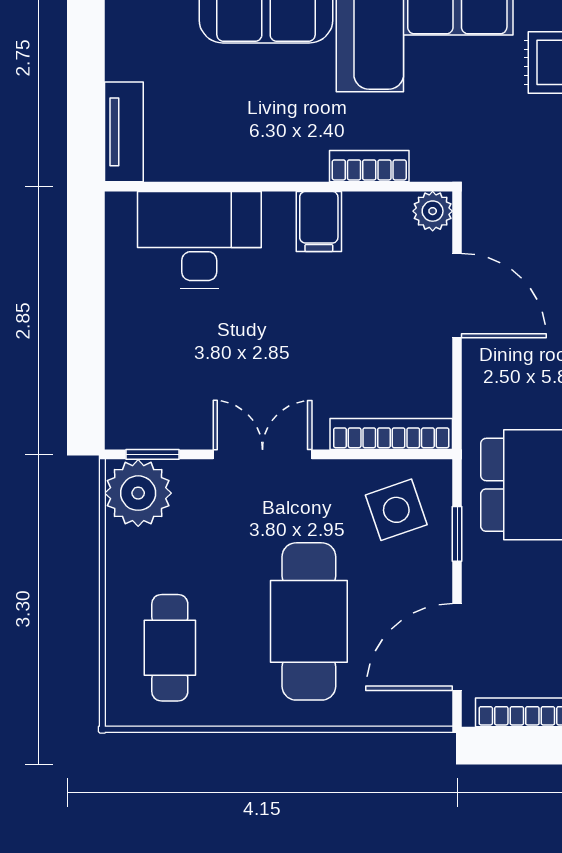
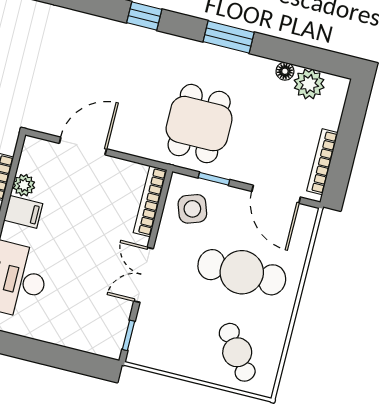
plant: (433, 211) -> (24, 185), moved
plant: (138, 493) -> (148, 348), removed
cafe table: (170, 648) -> (237, 352), turned 54

